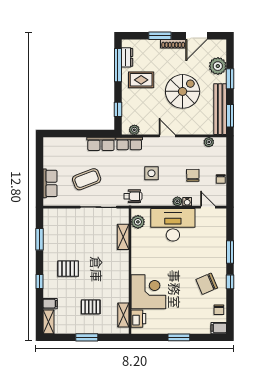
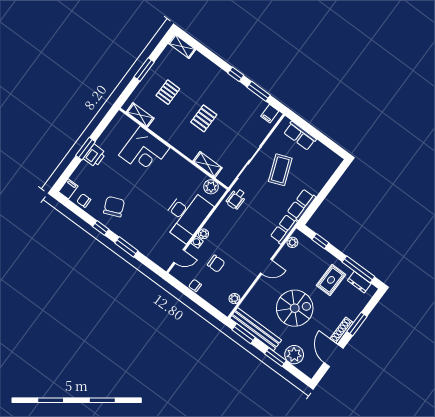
spiral stairs: (183, 91) -> (295, 308), turned -90
side table: (151, 173) -> (244, 229), removed
pallet: (68, 269) -> (204, 118), moved
window: (39, 281) -> (236, 74), moved
filing cabinet: (50, 304) -> (270, 114), moved
printer: (138, 319) -> (95, 156), moved, turned -90

